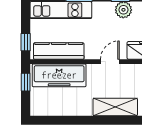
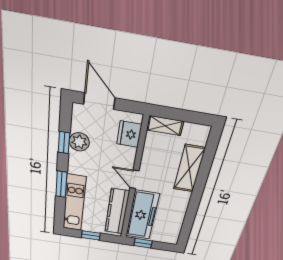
window: (26, 42) -> (91, 235), moved
door: (110, 62) -> (134, 179), moved

